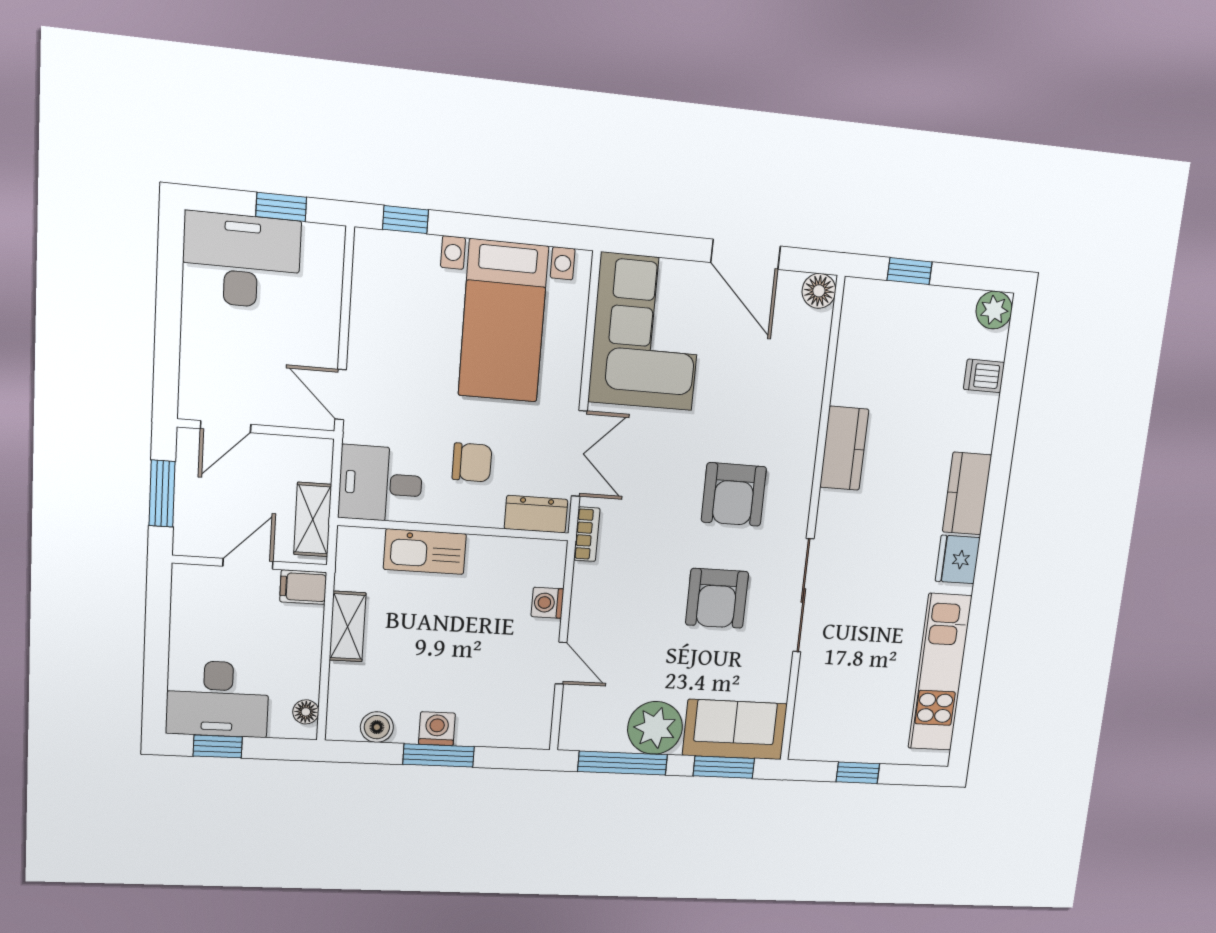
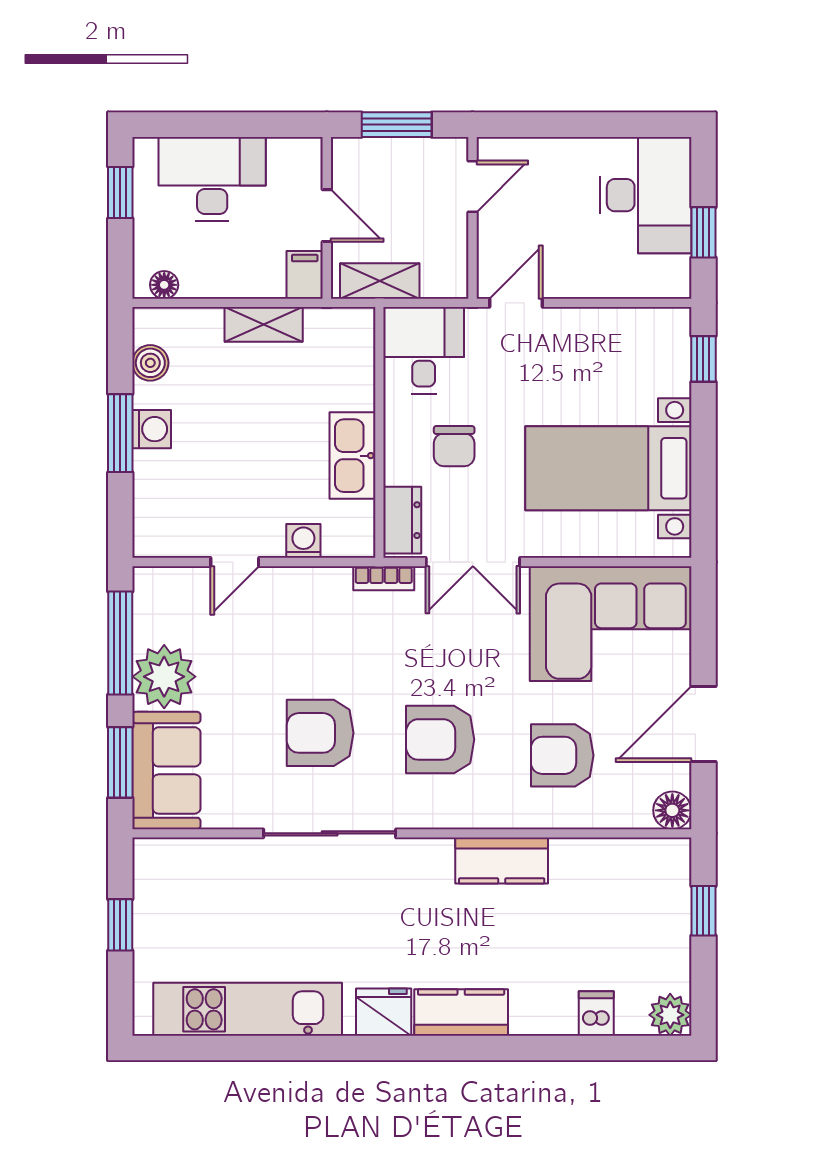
armchair: (759, 387) -> (562, 755), added
door: (226, 427) -> (473, 186), swing flipped
kitchen sink: (425, 552) -> (352, 456), moved
desk: (218, 699) -> (212, 179), moved, turned 90

